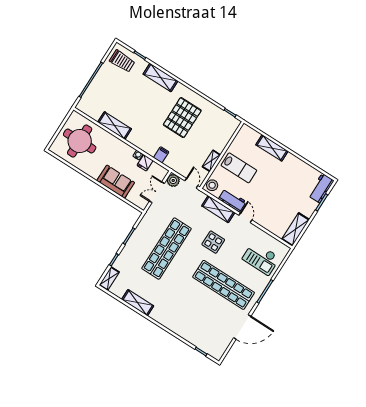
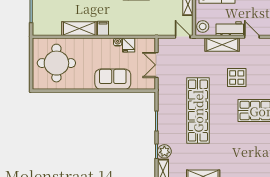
filing cabinet: (161, 155) -> (103, 28), moved
plant: (173, 180) -> (164, 151), moved

